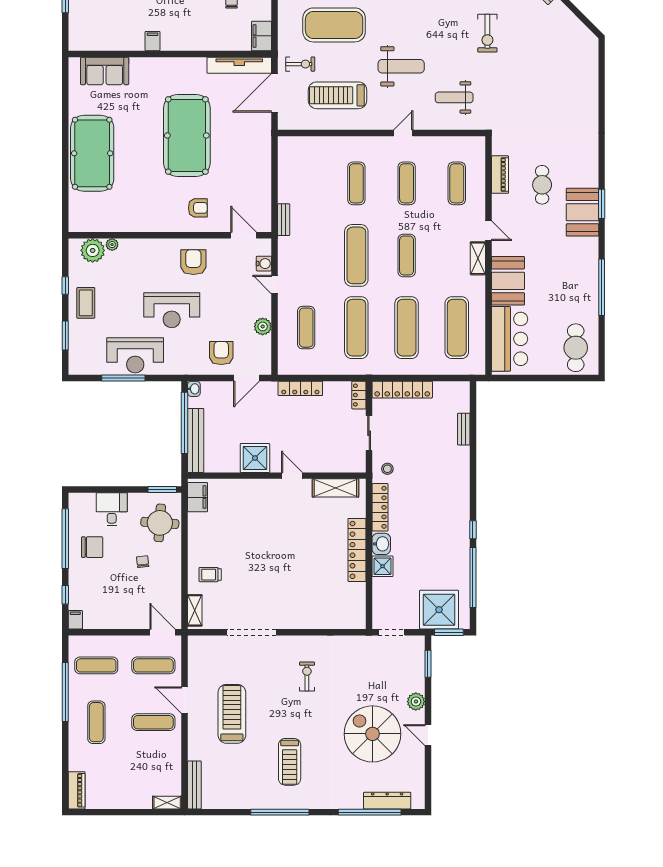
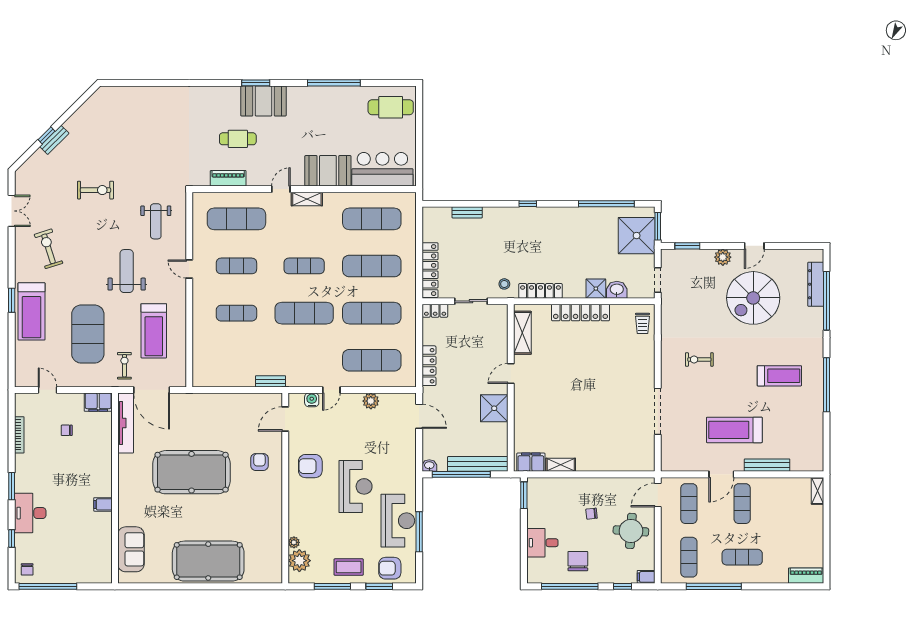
exercise mat: (457, 183) -> (236, 219), width x1.36, depth x1.45
window: (65, 286) -> (332, 586), width x2.17
exercise mat: (306, 328) -> (372, 360), width x1.36, depth x1.45
armchair: (221, 353) -> (390, 568), moved
round table: (160, 523) -> (631, 531), moved
window: (473, 530) -> (528, 204), moved
washbasin: (381, 544) -> (617, 290), moved
trolley: (210, 575) -> (643, 323), moved
shelving: (195, 610) -> (561, 465), moved
bench: (194, 785) -> (767, 465), moved

